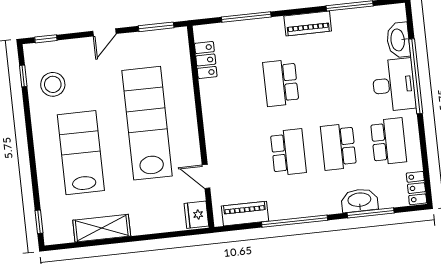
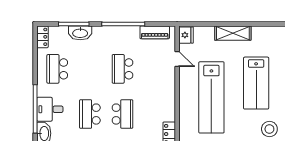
desk: (394, 85) -> (50, 109), width x0.73
school desk: (338, 147) -> (90, 114), moved, turned 180
shelving: (102, 228) -> (233, 33), moved

